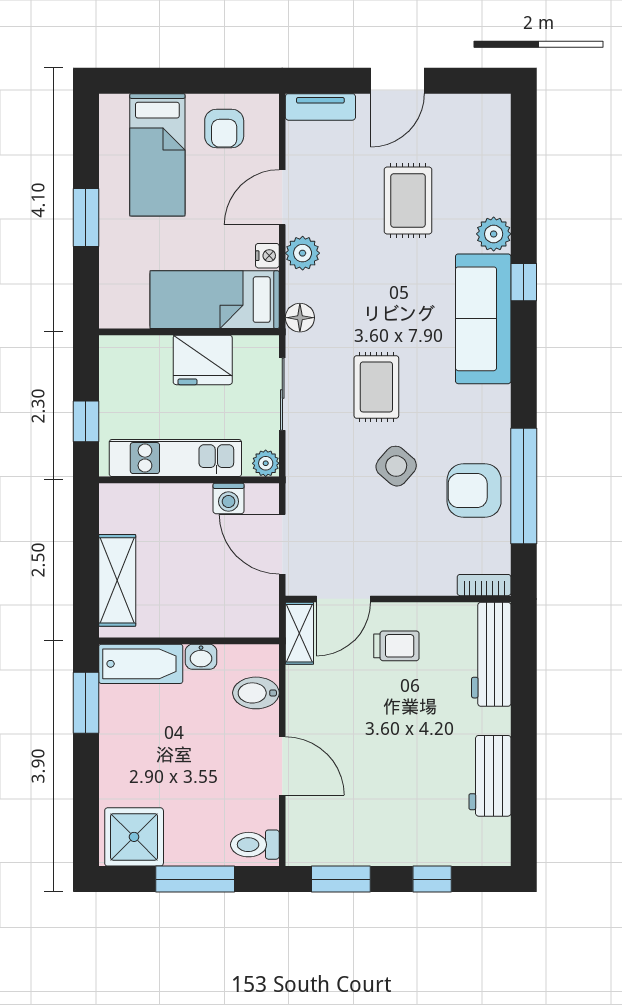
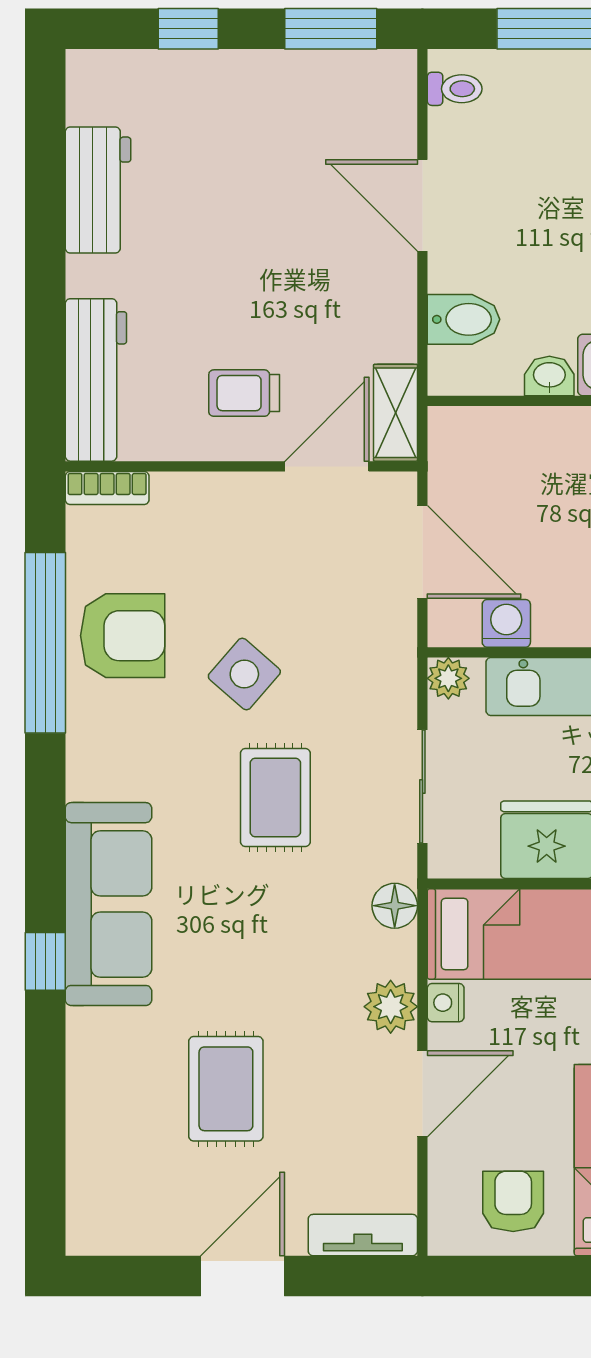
plant: (494, 234) -> (92, 1036), removed
toilet: (255, 845) -> (455, 89), width x0.73, depth x0.72

